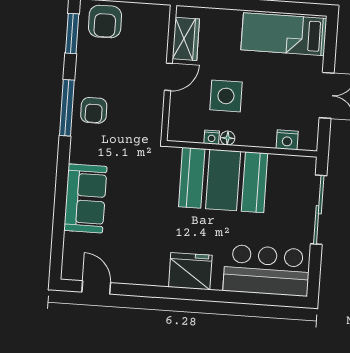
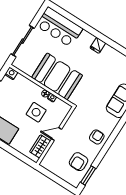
armchair: (105, 22) -> (79, 162), moved, turned 180
window: (67, 108) -> (108, 144), removed
nightstand: (287, 140) -> (11, 73), moved
fridge: (190, 271) -> (98, 45), width x0.53, depth x0.75

